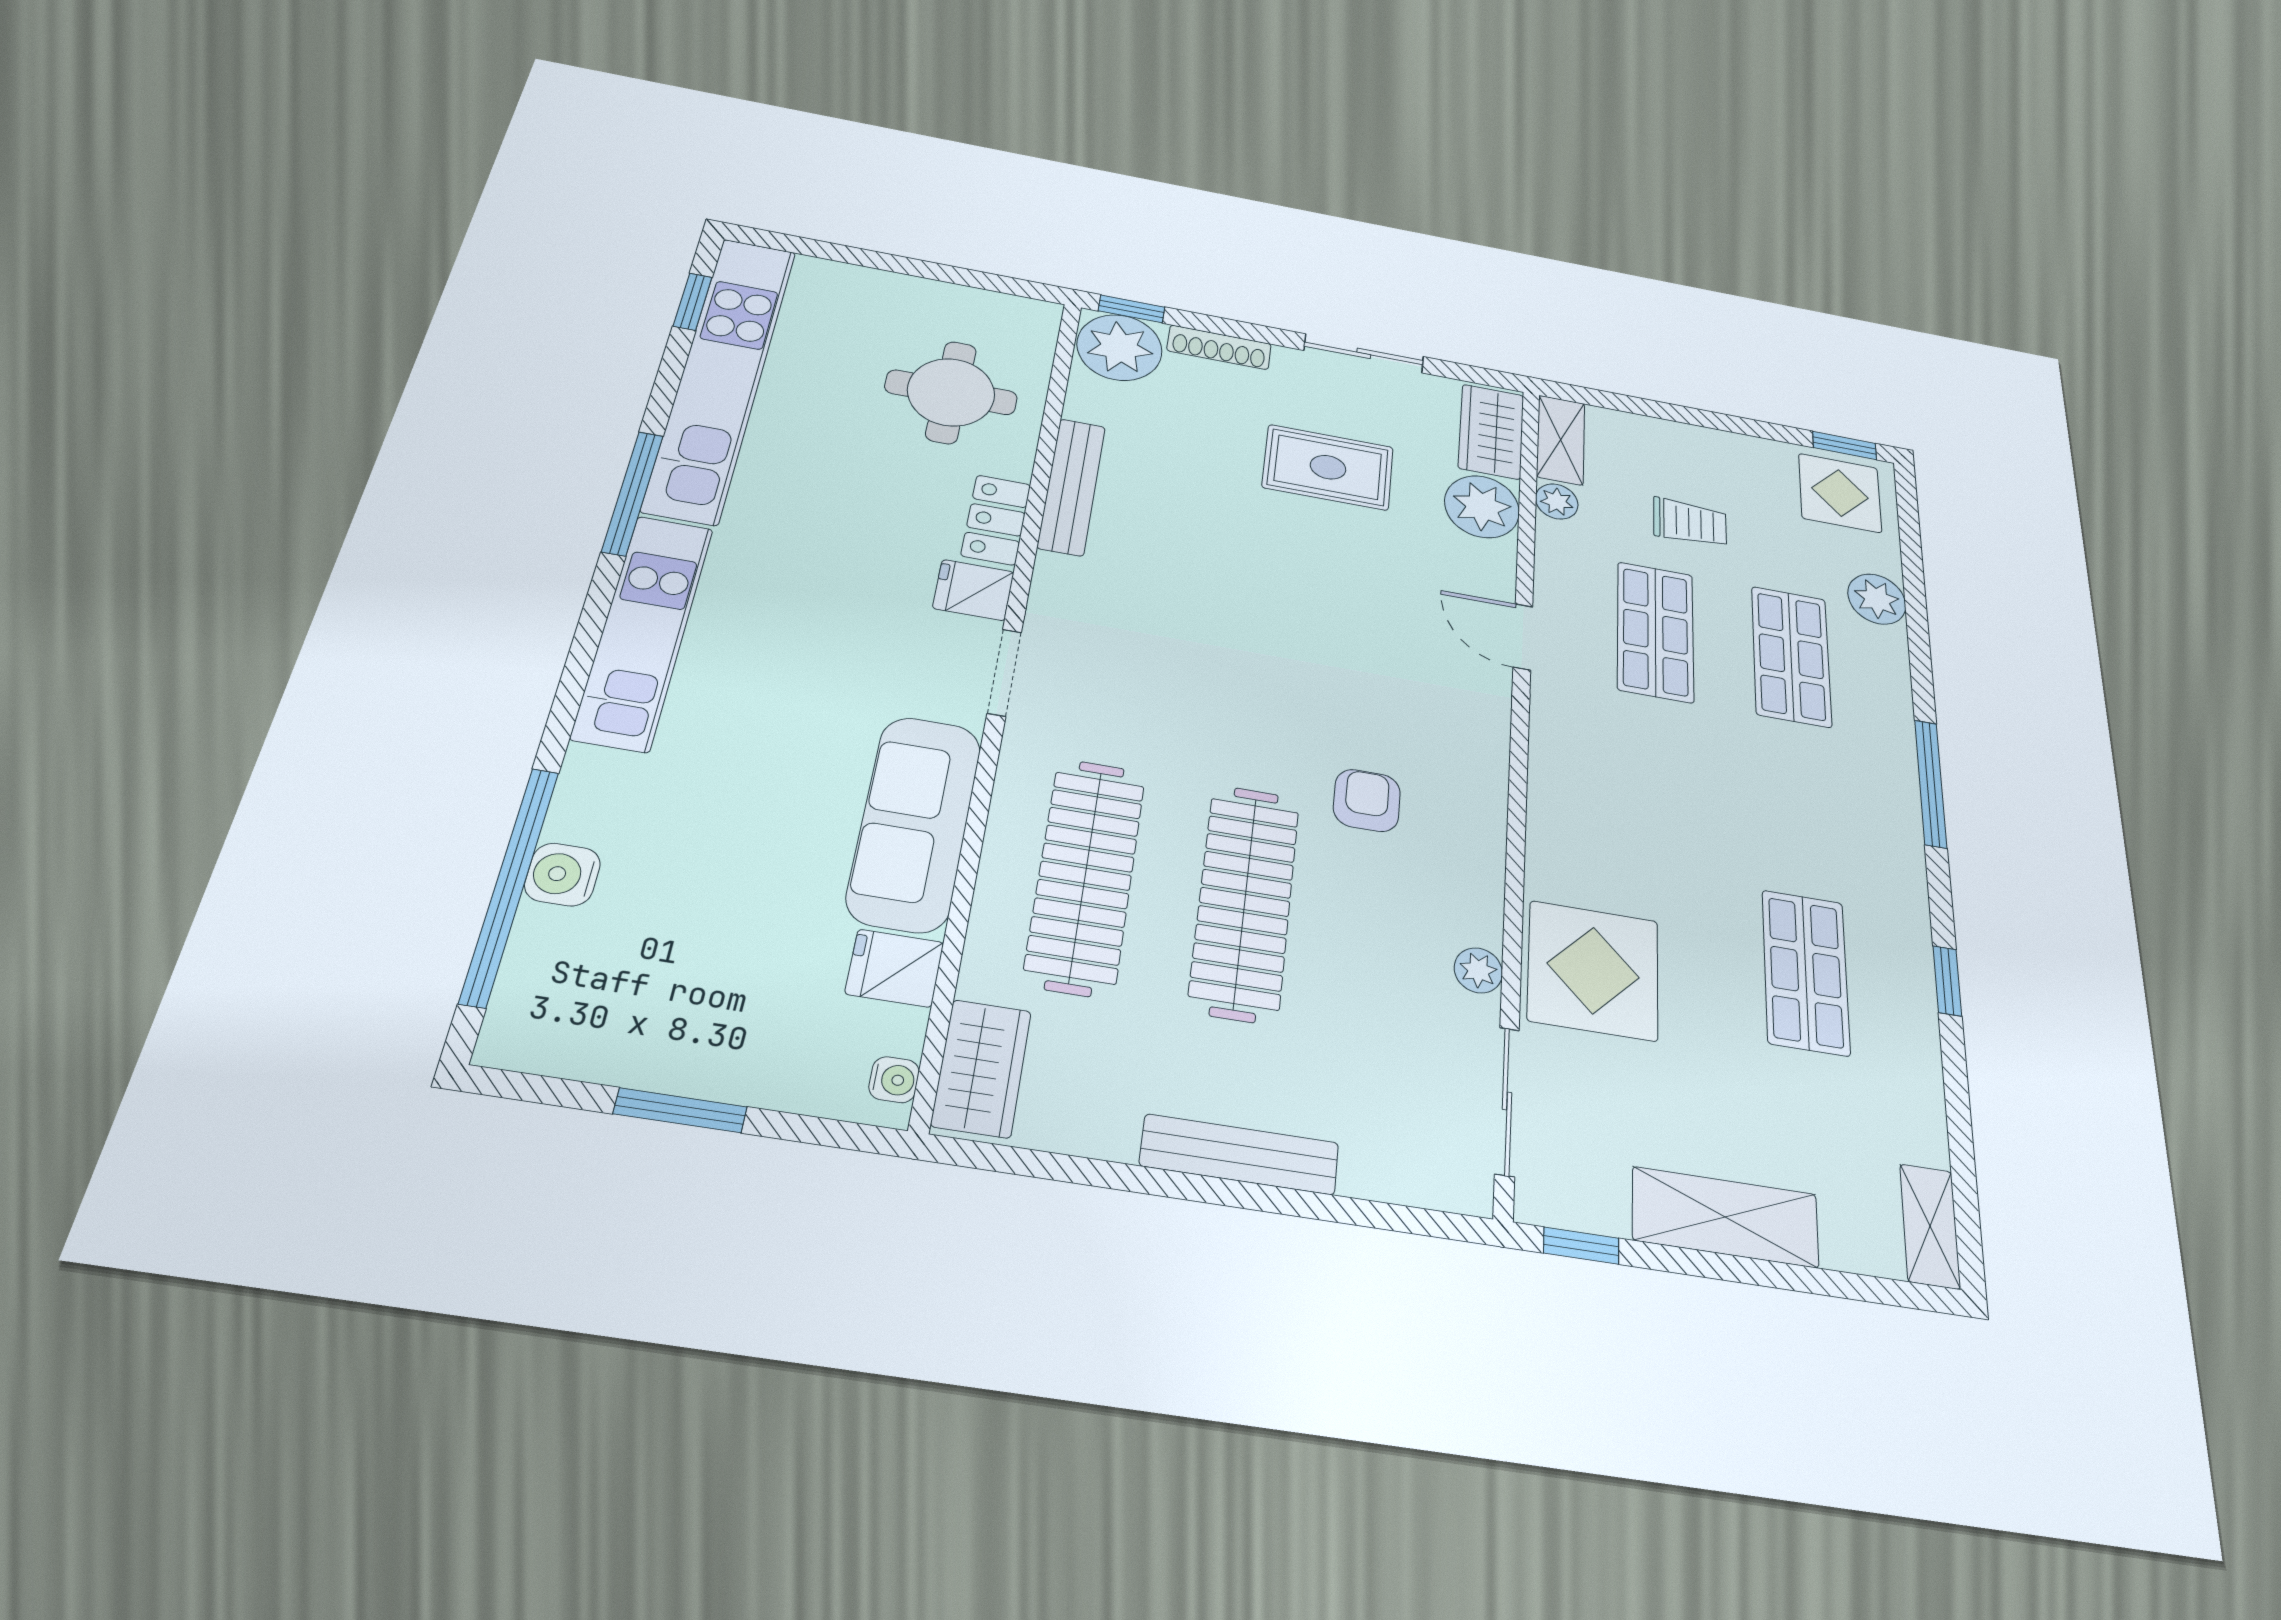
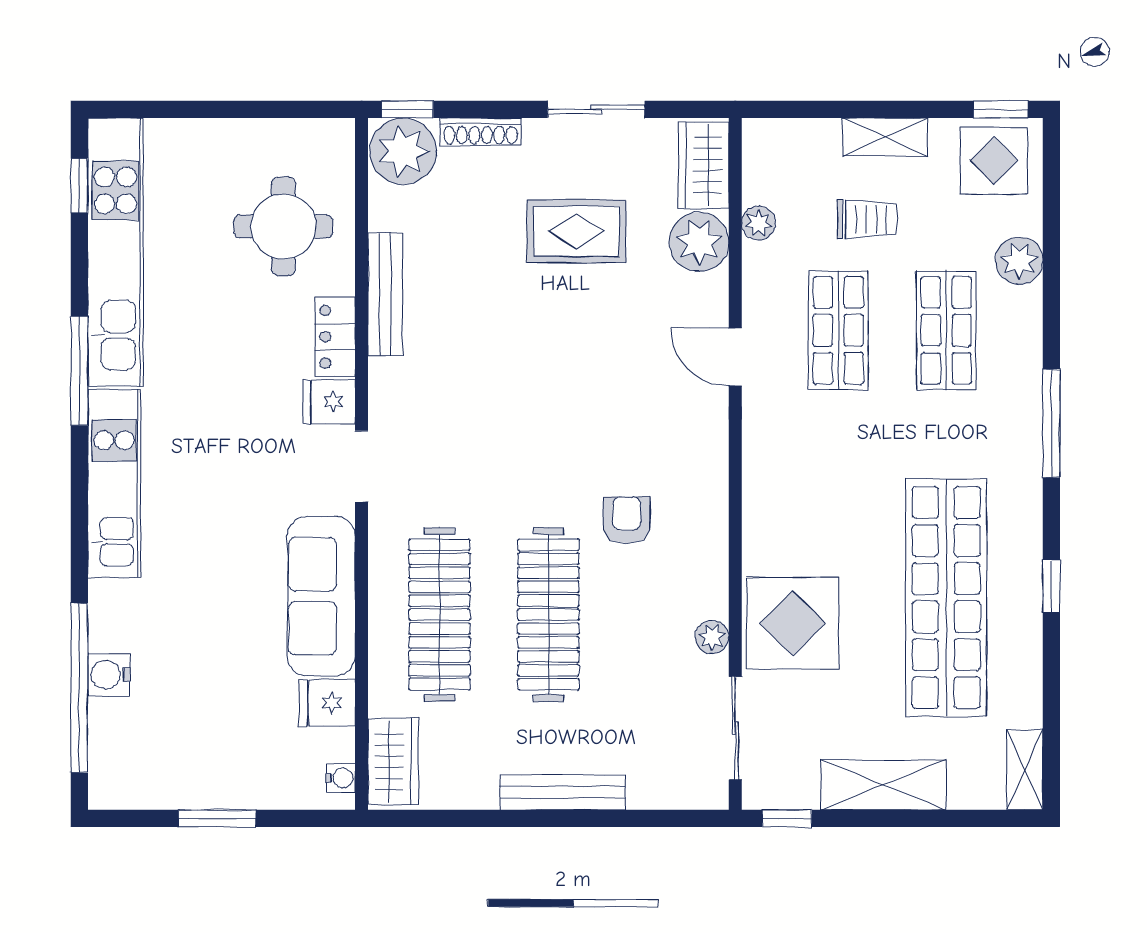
shelving: (1561, 440) -> (885, 137), moved, turned 90
shop shelf: (1806, 972) -> (946, 598), width x2.00, depth x1.36

